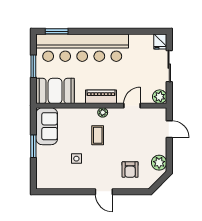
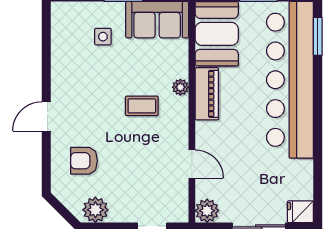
piano: (101, 97) -> (207, 94), moved
plant: (103, 112) -> (180, 87), moved
side table: (76, 159) -> (103, 37), moved

